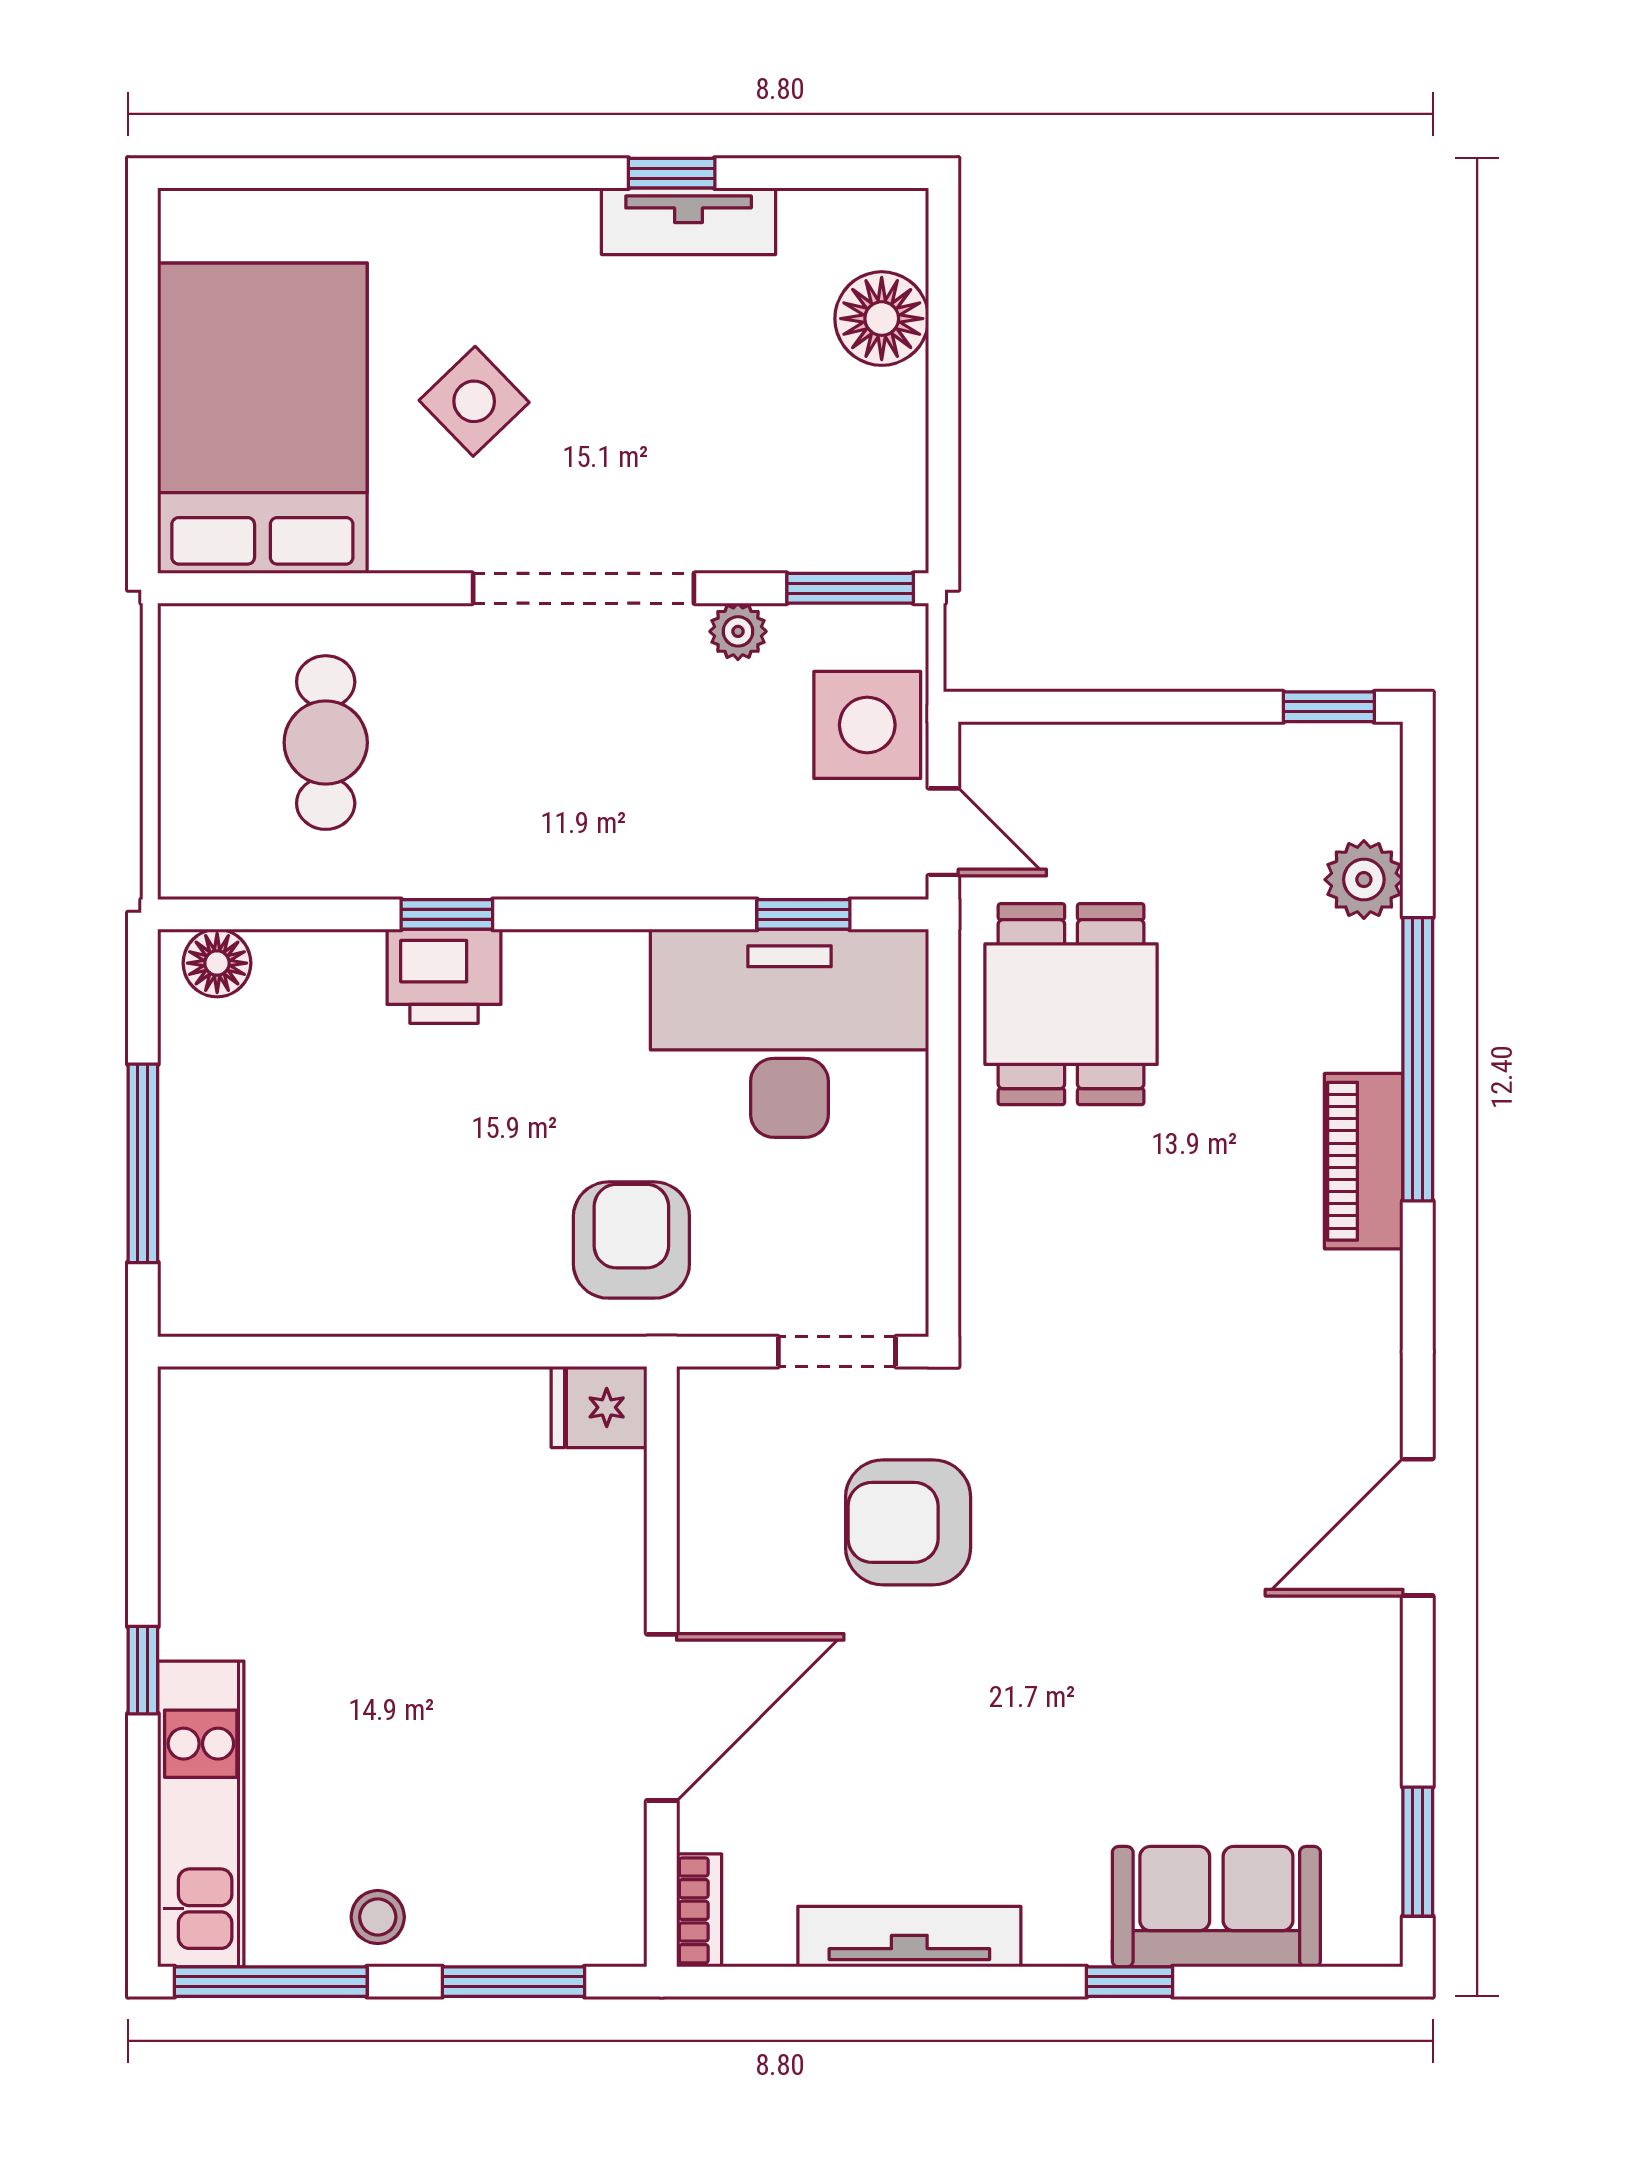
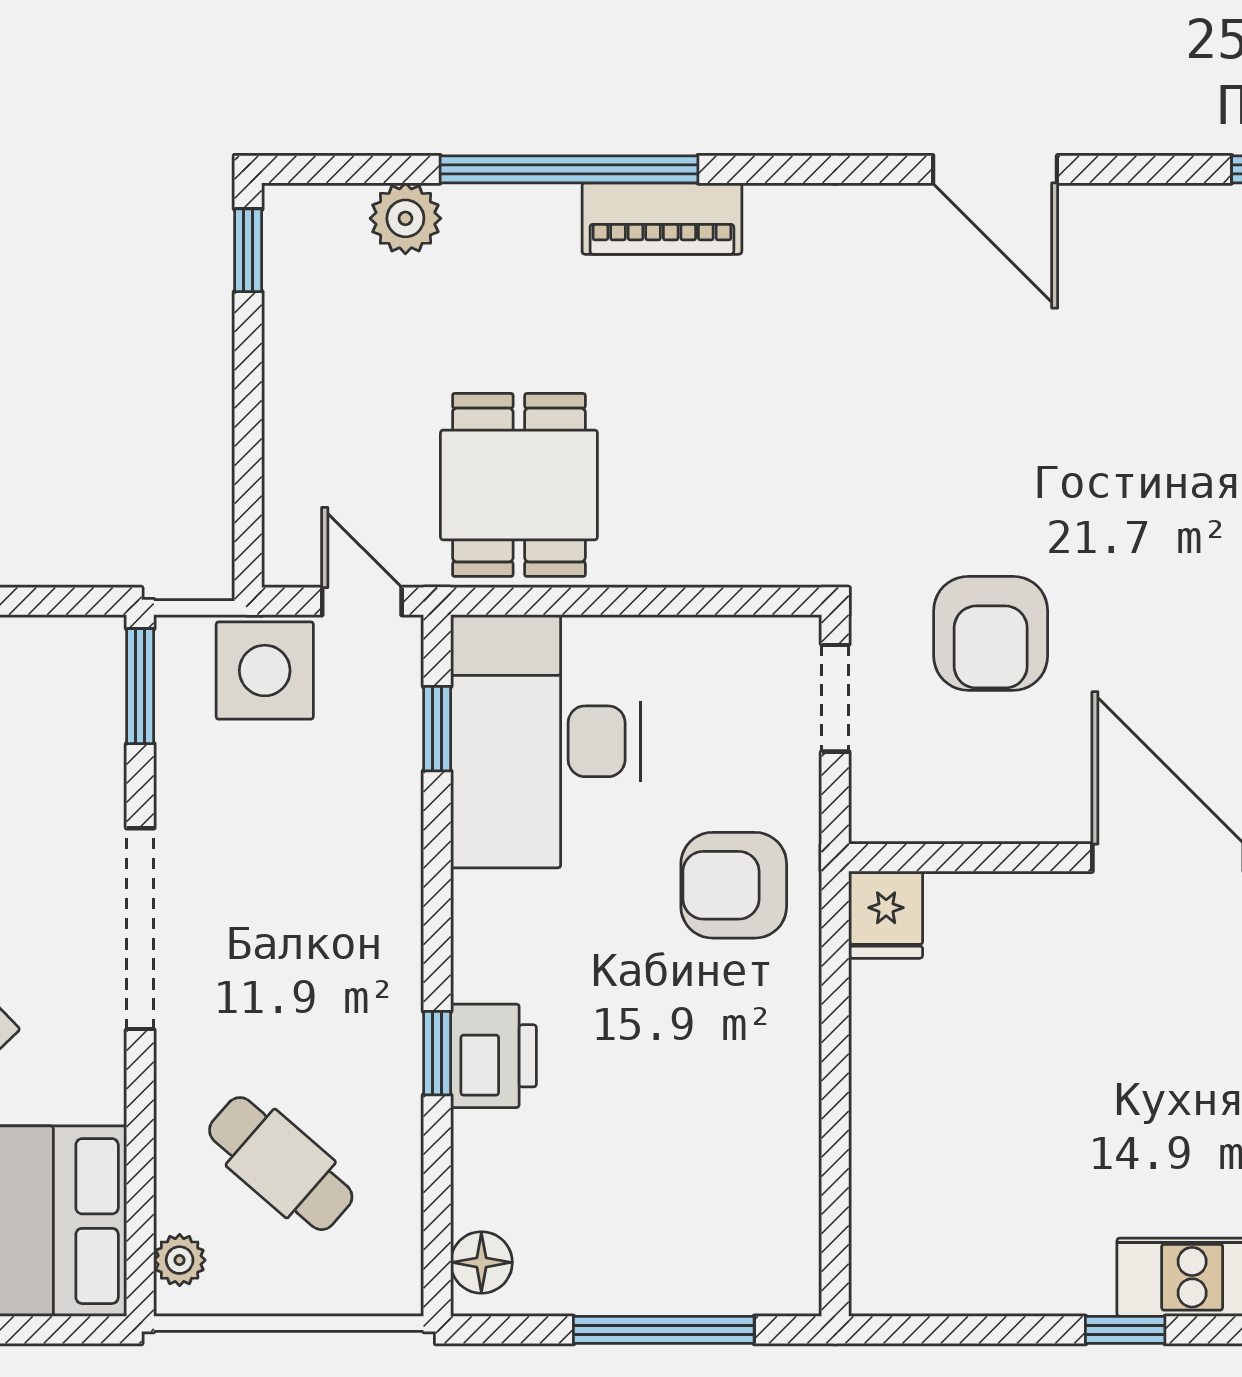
plant: (738, 631) -> (180, 1260), moved
cafe table: (326, 743) -> (281, 1164), turned 41
door: (943, 832) -> (362, 601), hinge flipped
dining table: (1071, 1004) -> (519, 485), turned 90

